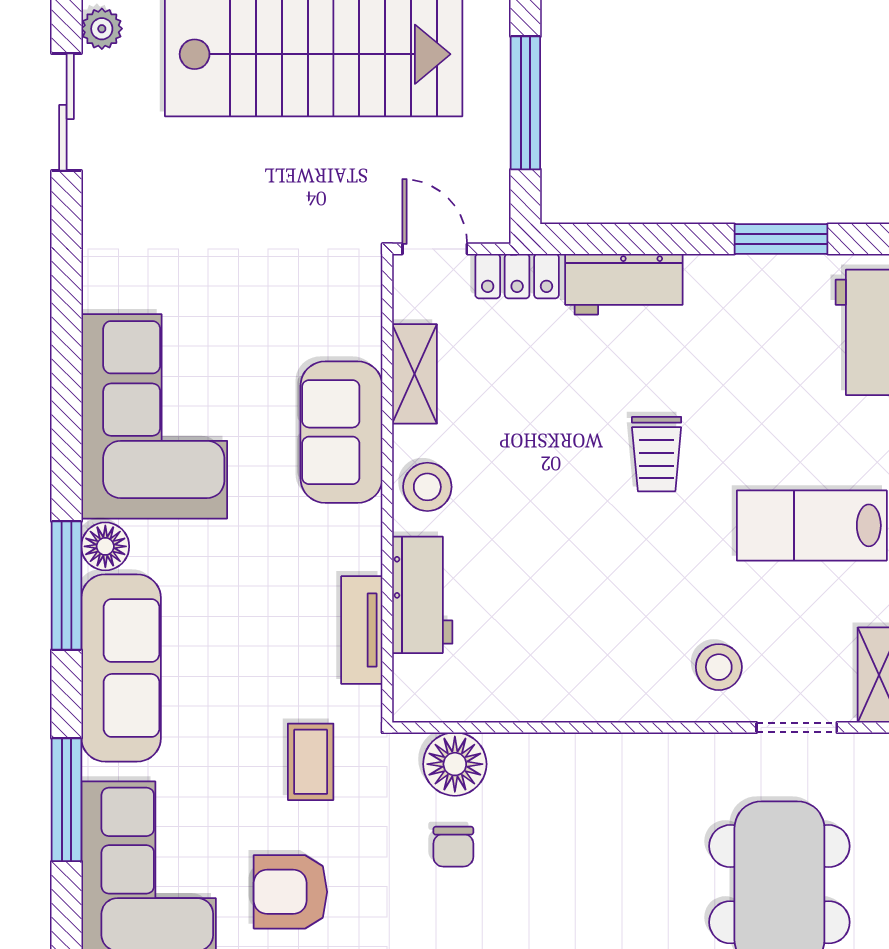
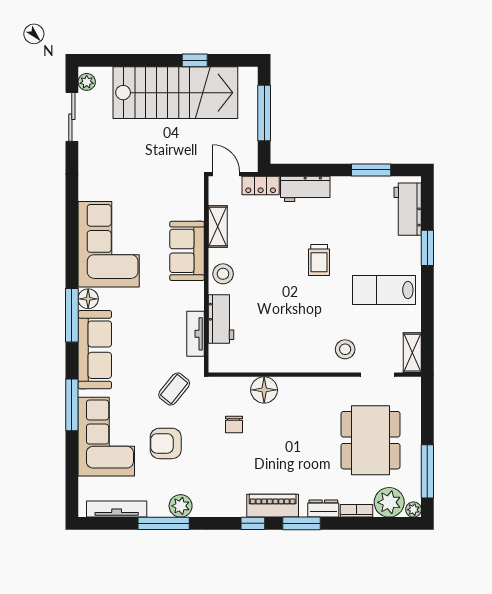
coffee table: (311, 762) -> (174, 389), turned 39
floor lamp: (455, 764) -> (264, 390), moved

